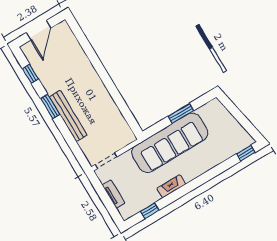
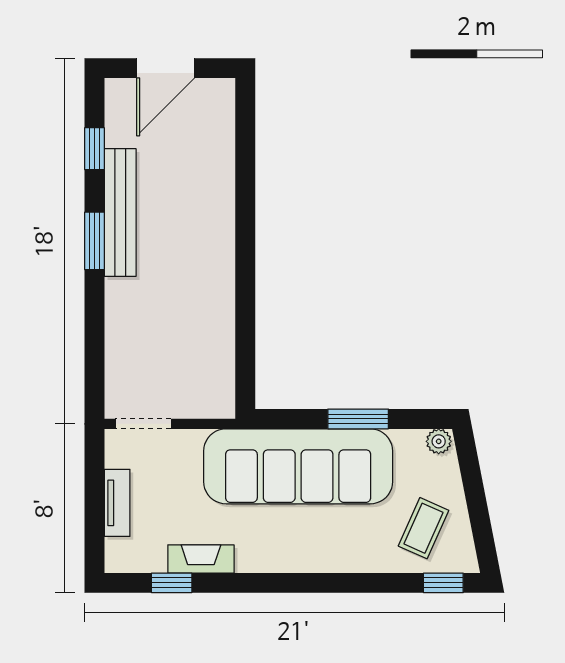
plant: (214, 104) -> (439, 441), added
bench: (68, 116) -> (120, 213), moved
coffee table: (227, 138) -> (423, 528), added
fireplace: (171, 186) -> (201, 559), moved

